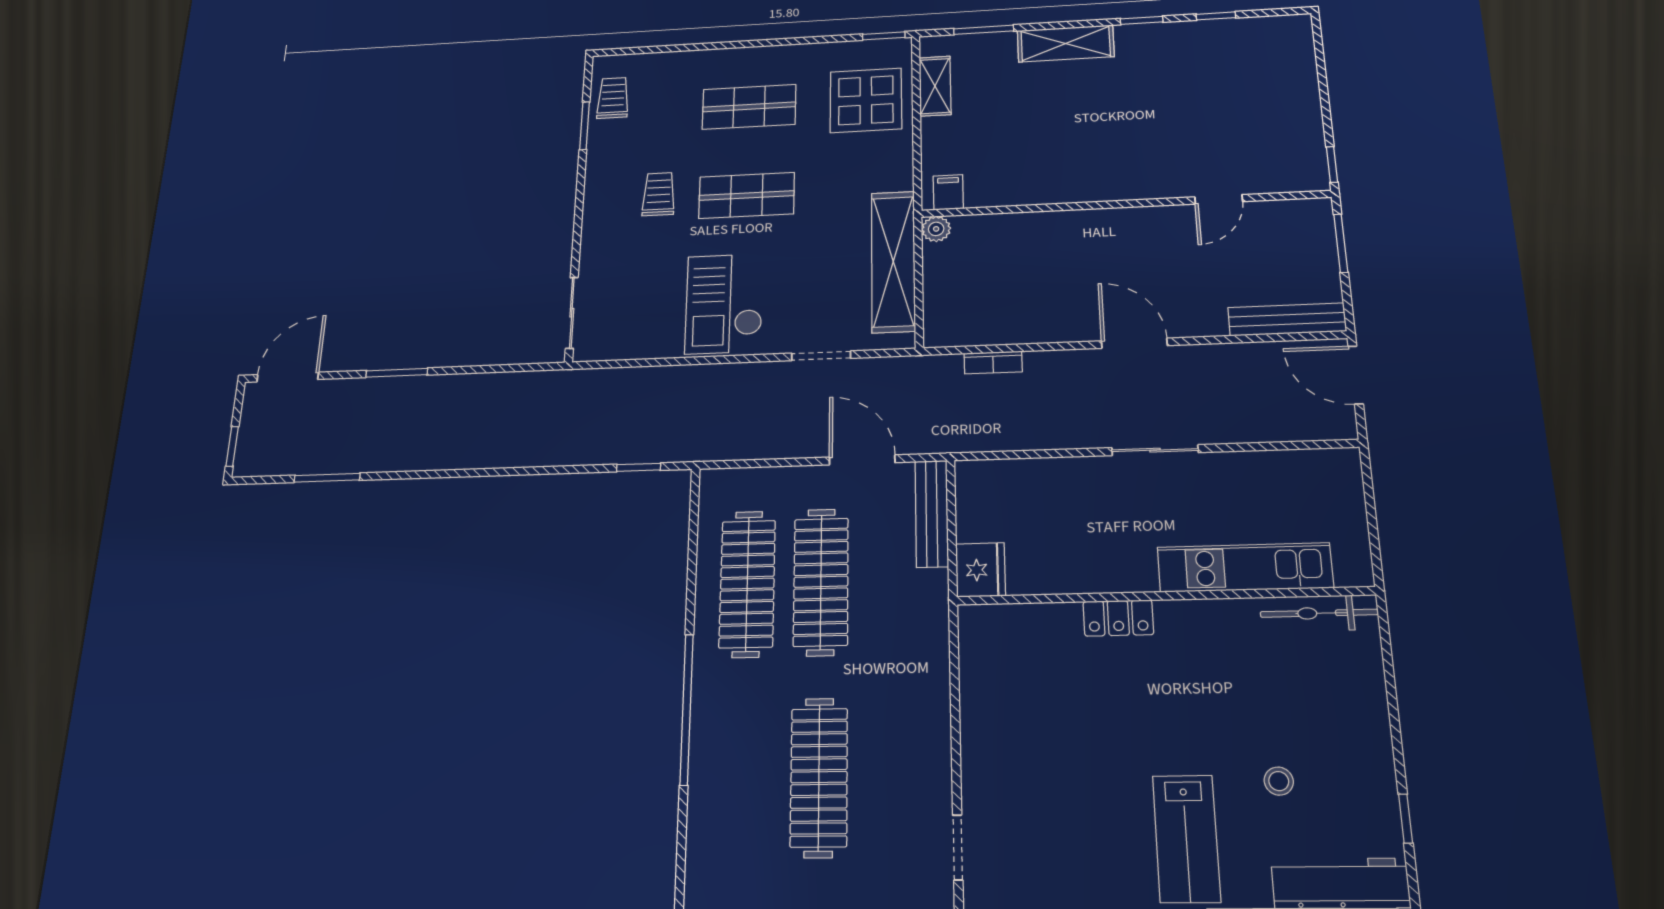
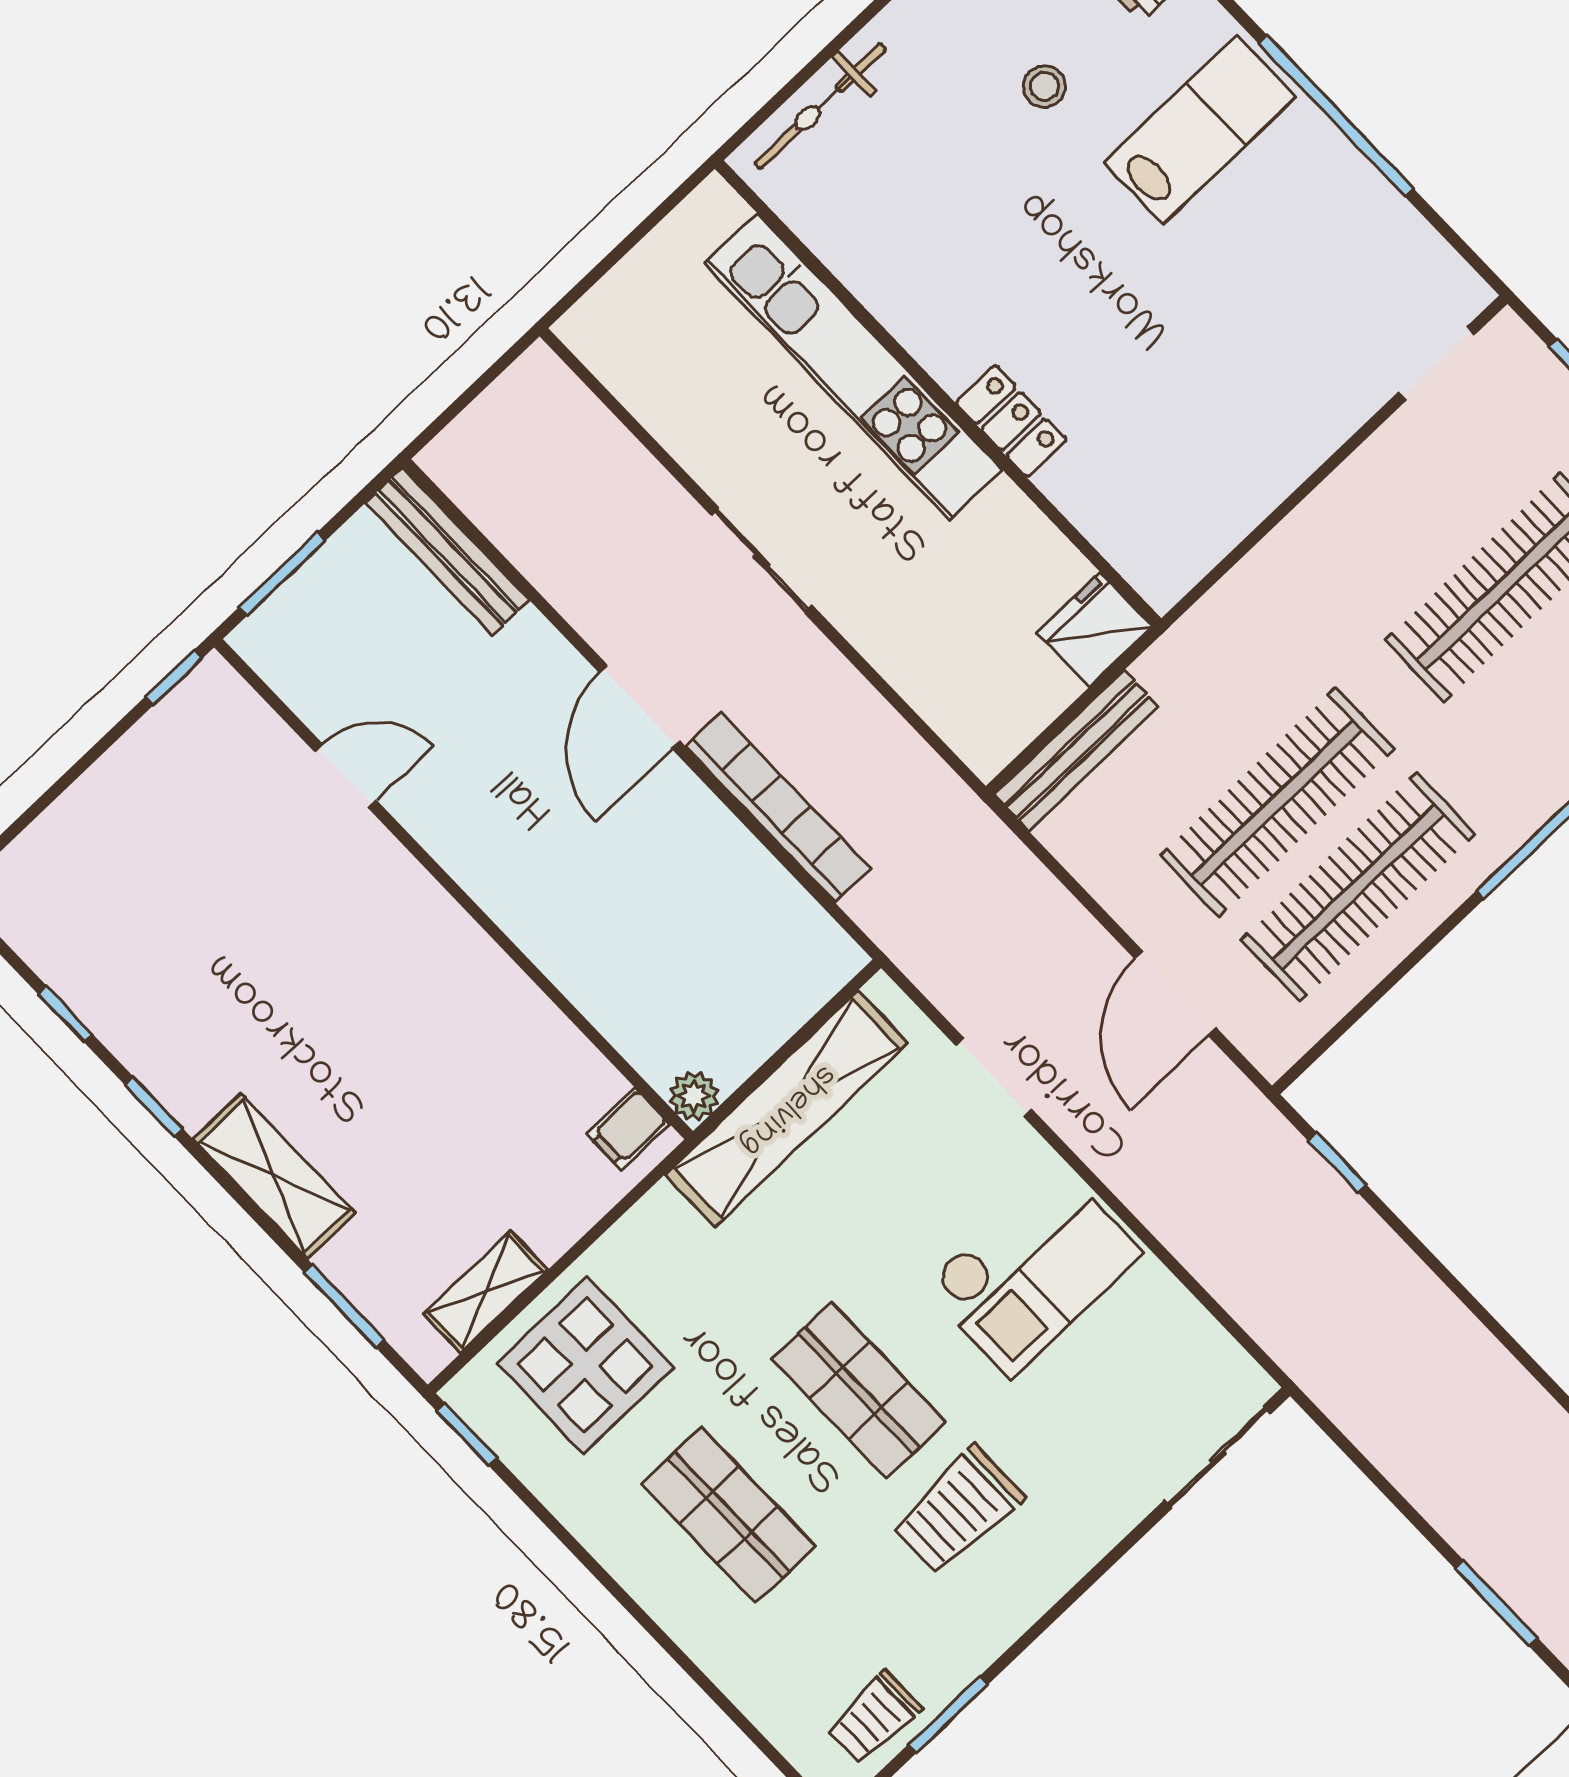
trolley: (659, 194) -> (958, 1510), width x1.36, depth x1.39
bookcase: (993, 362) -> (778, 807), width x2.31, depth x1.31
door: (1356, 375) -> (454, 409), removed
door: (862, 460) -> (1175, 993), moved
kitchen unit: (1245, 567) -> (853, 366), width x1.36
bicycle: (1319, 613) -> (820, 106), moved, turned 90

